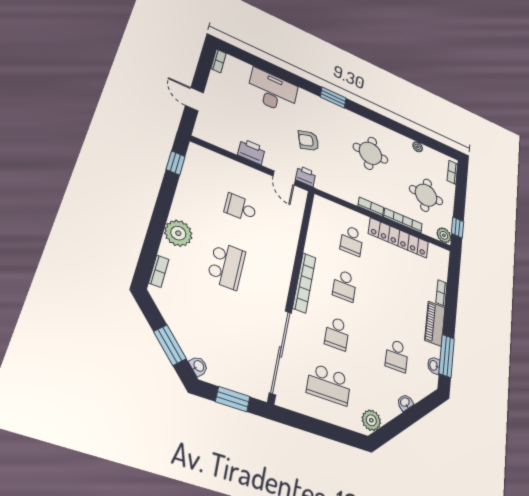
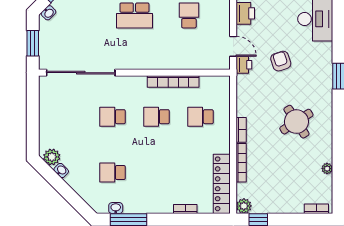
round table: (370, 153) -> (296, 122), turned -33
door: (284, 178) -> (233, 46), swing flipped
round table: (426, 195) -> (278, 183), removed
locker: (399, 238) -> (222, 184), moved
bookcase: (304, 283) -> (173, 81), moved
piano: (435, 324) -> (154, 205), removed
school desk: (329, 384) -> (68, 117), removed
washbasin: (405, 402) -> (61, 171), moved

